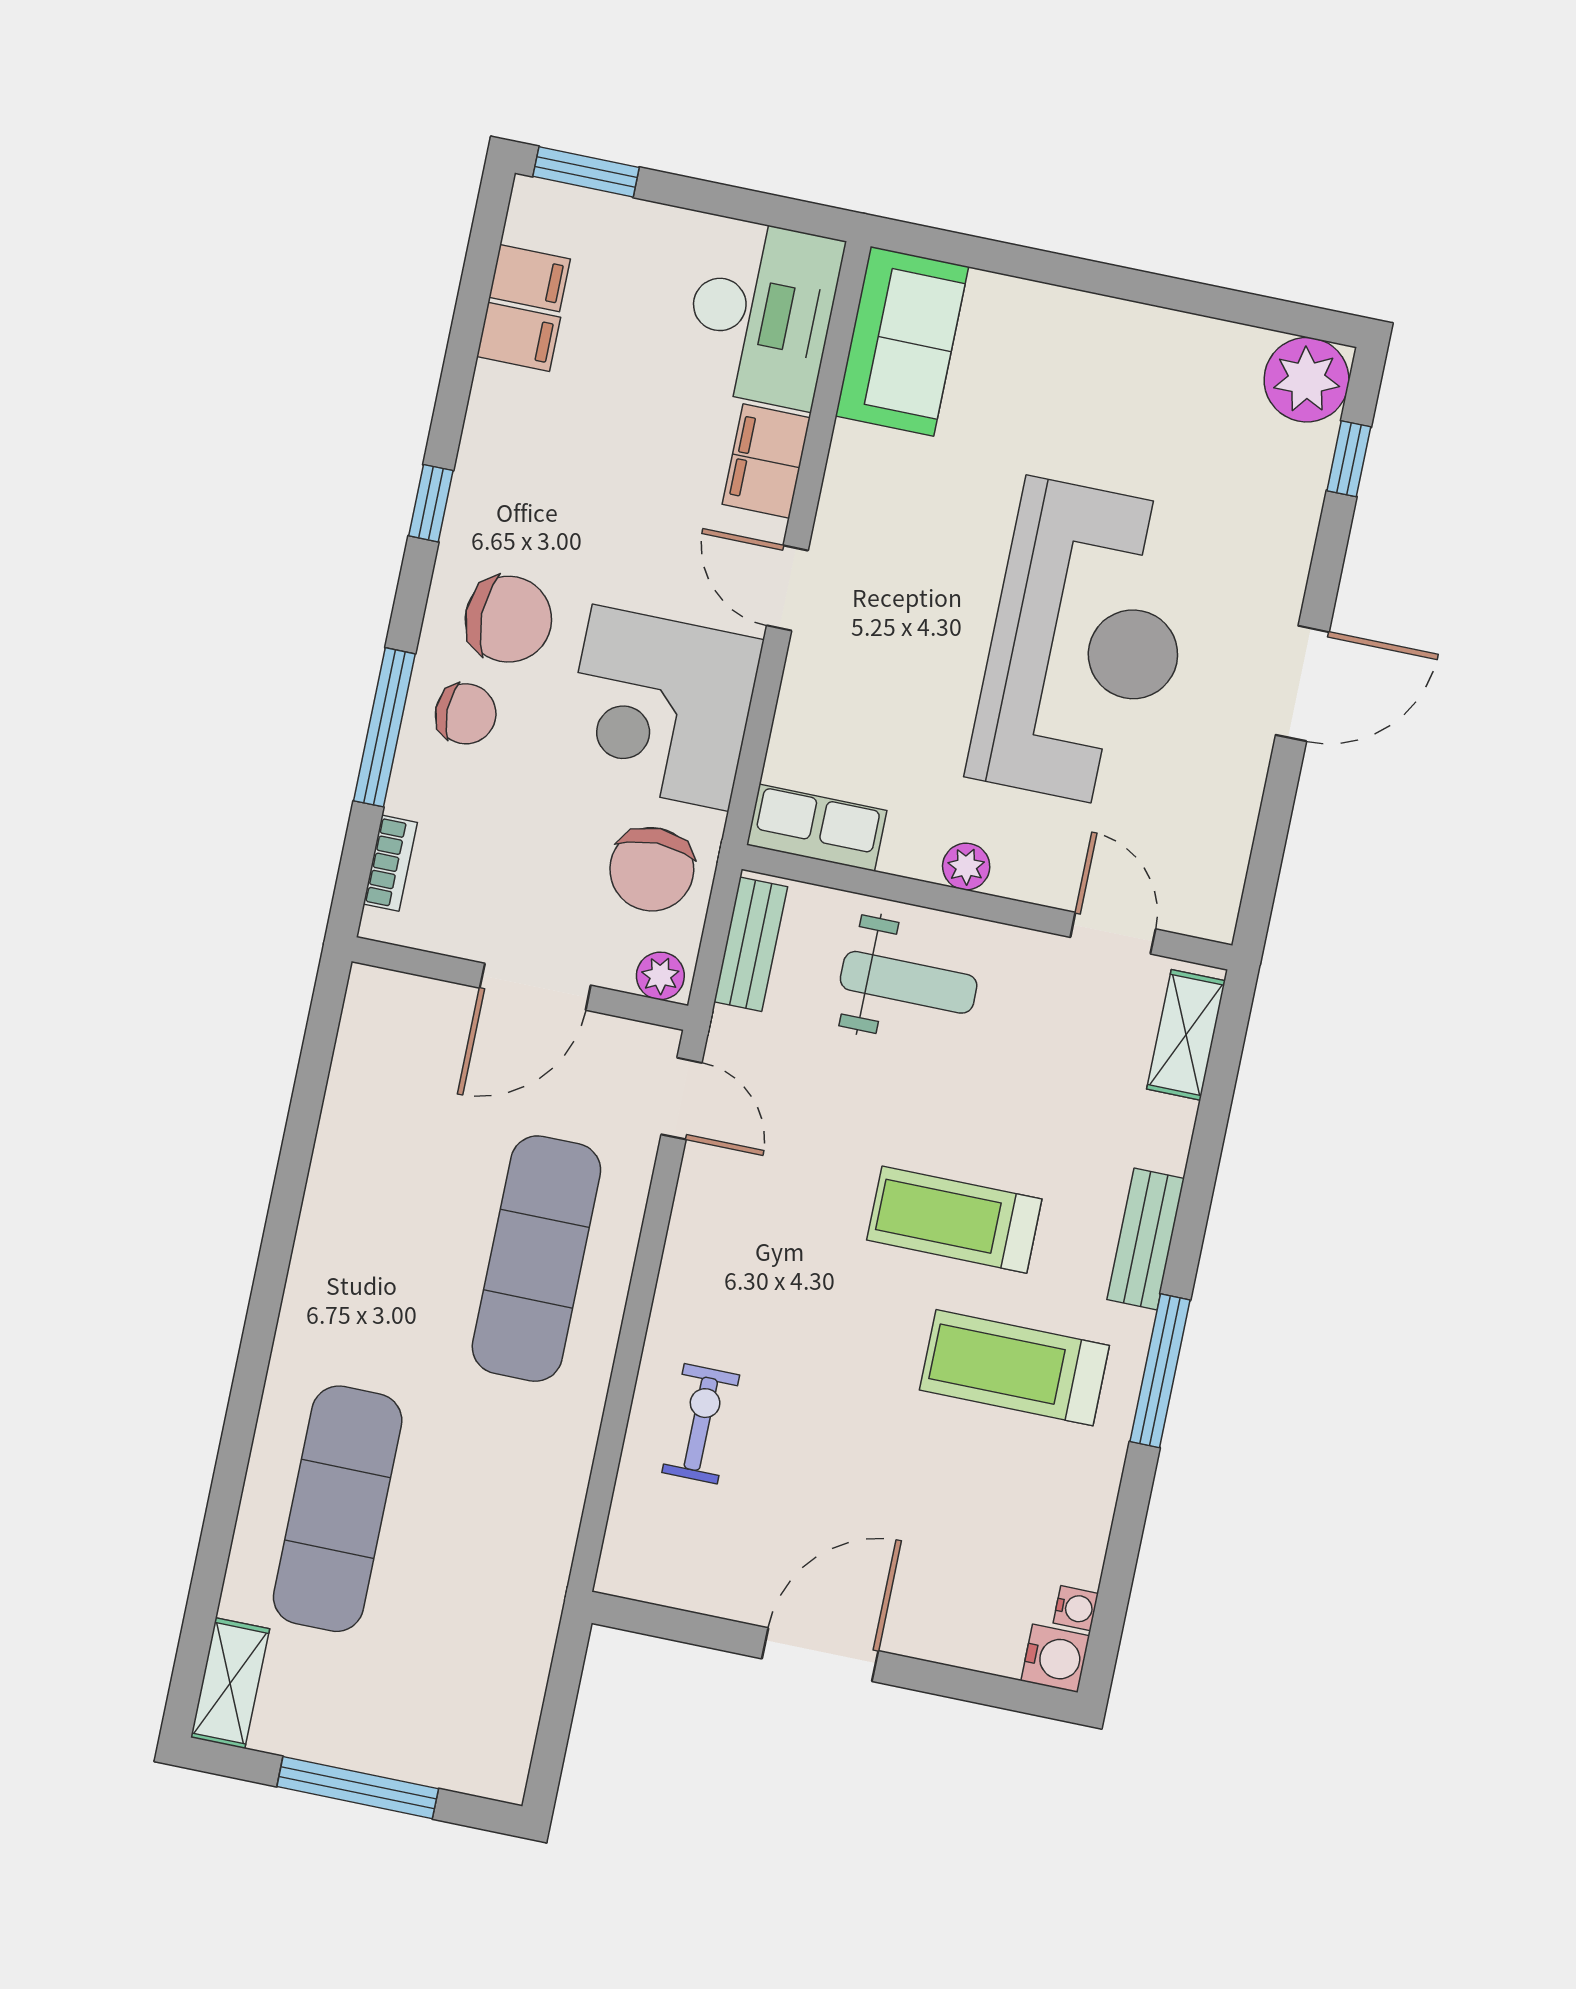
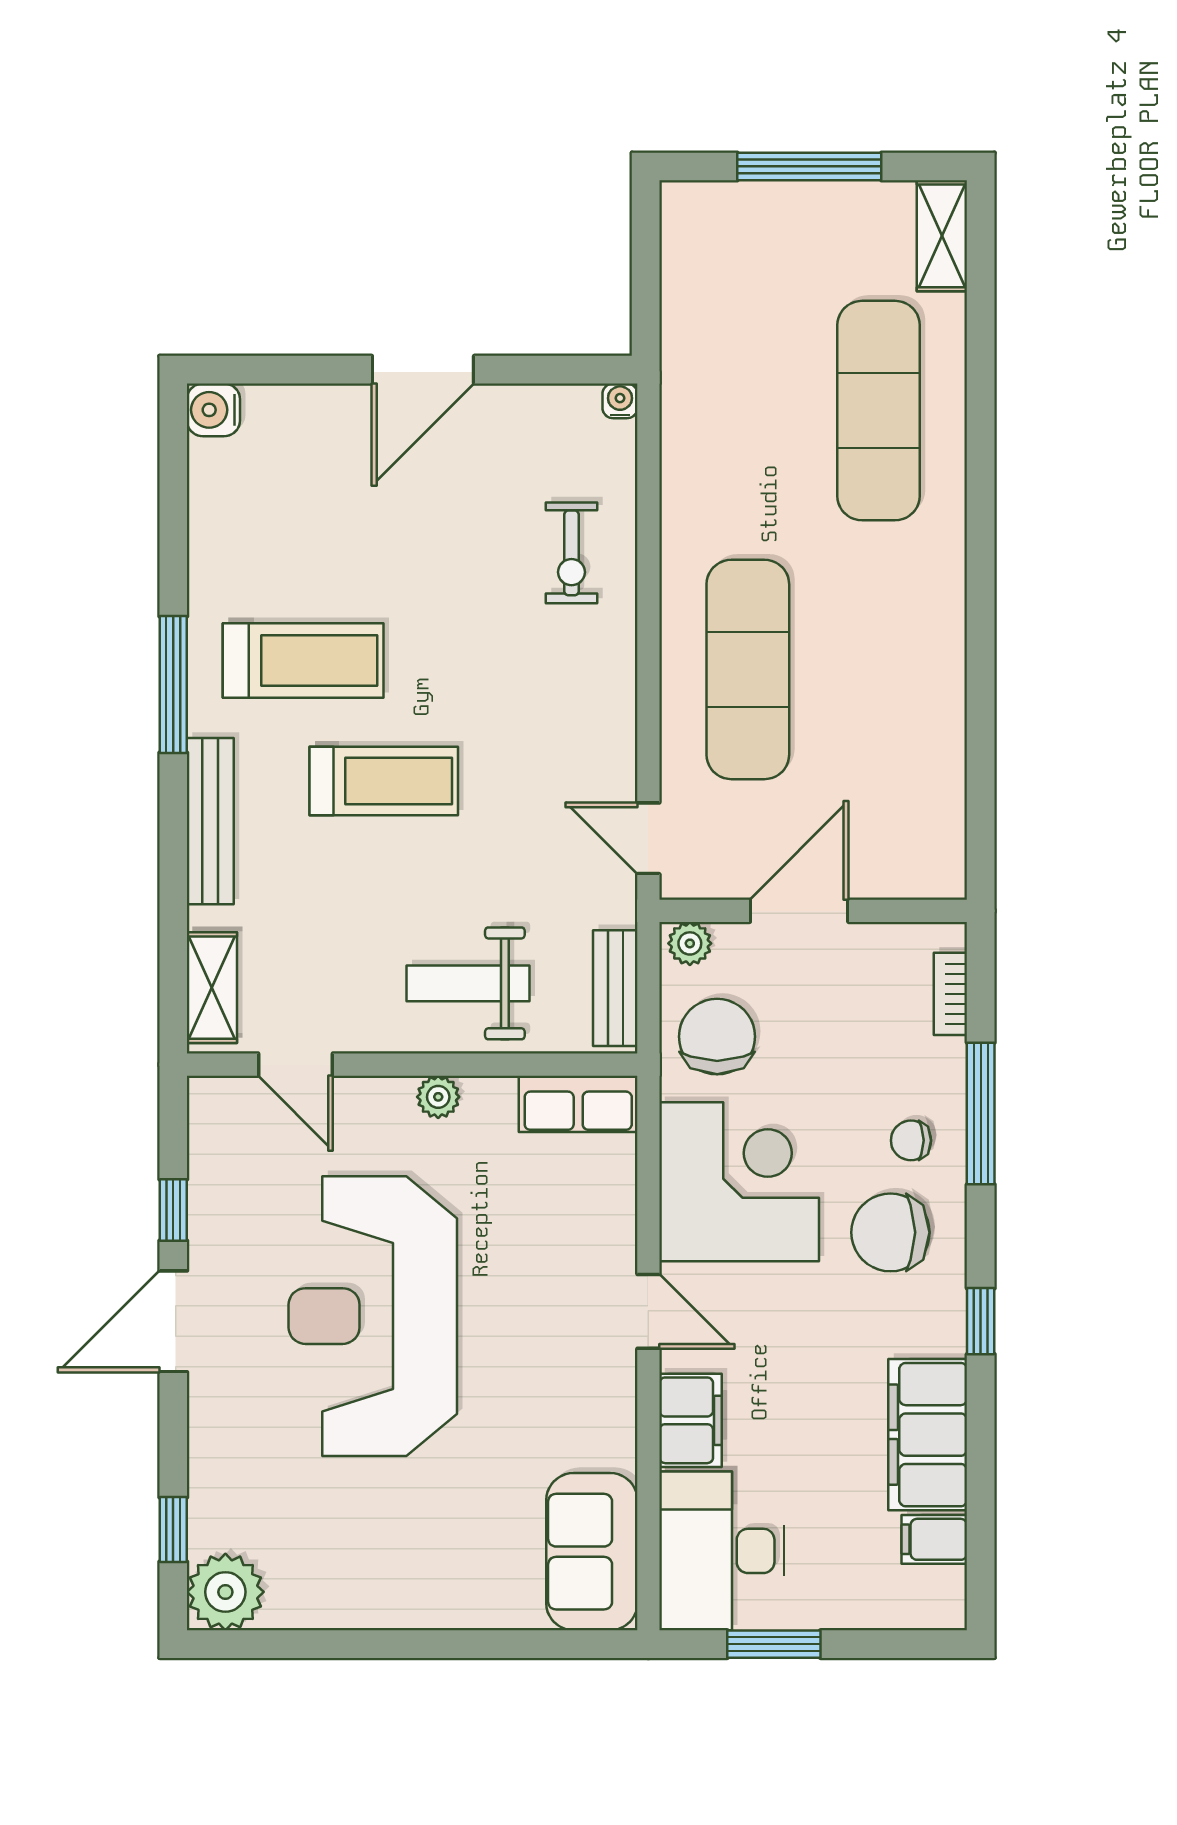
window: (586, 172) -> (774, 1644), moved
filing cabinet: (519, 337) -> (928, 1435), width x3.00, depth x1.17
chair: (466, 714) -> (911, 1140), width x0.73, depth x0.73
window: (1277, 804) -> (173, 1210), added
bench: (1146, 1239) -> (210, 821), width x1.36
water cooler: (1076, 1608) -> (620, 401), moved, turned 90

